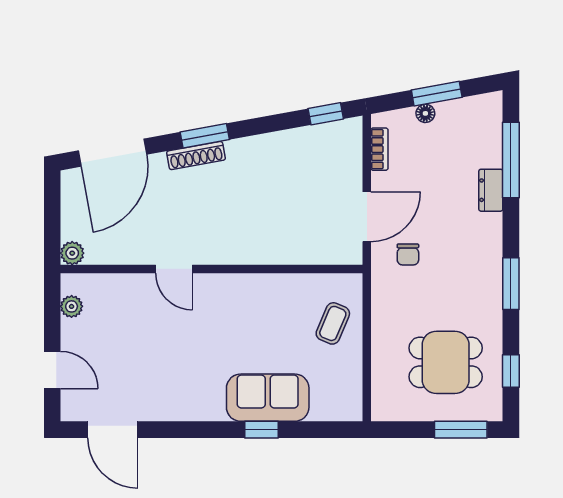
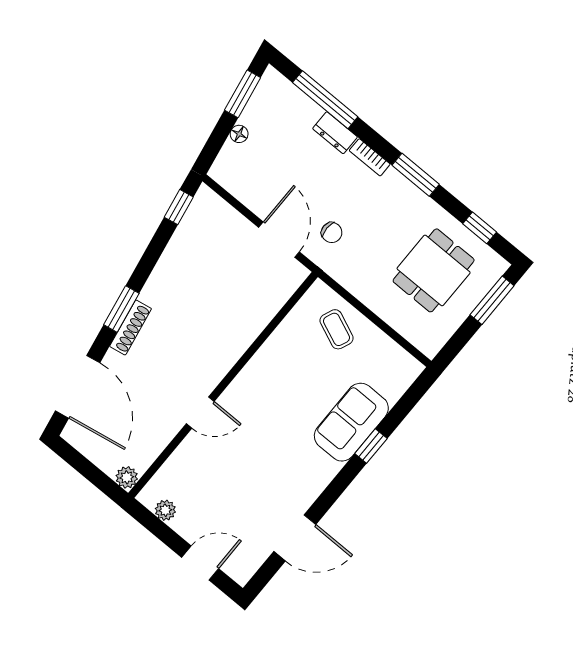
window: (437, 94) -> (243, 94), moved
bookcase: (379, 149) -> (370, 157), moved, turned 180
door: (113, 430) -> (295, 538), moved

